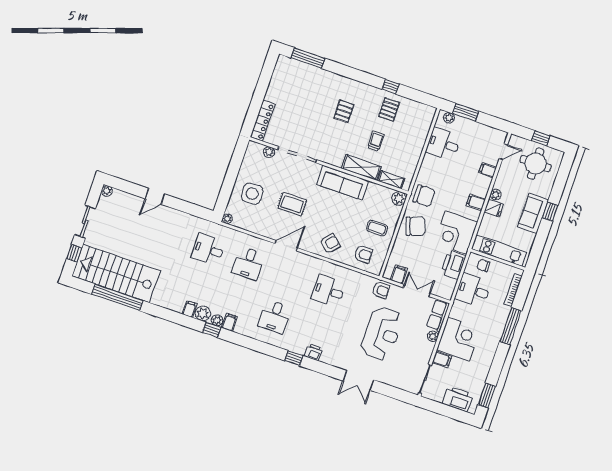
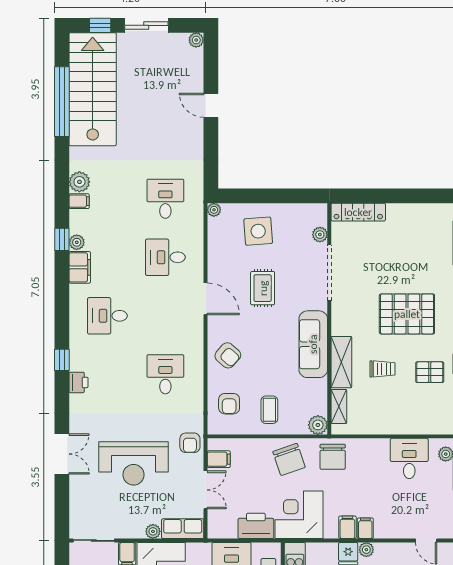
pallet: (344, 111) -> (407, 314), width x2.05, depth x2.00
filing cabinet: (488, 170) -> (365, 528), moved
plant: (203, 313) -> (79, 182), moved
filing cabinet: (229, 322) -> (80, 267), width x2.00
double door: (358, 380) -> (62, 454), swing flipped

